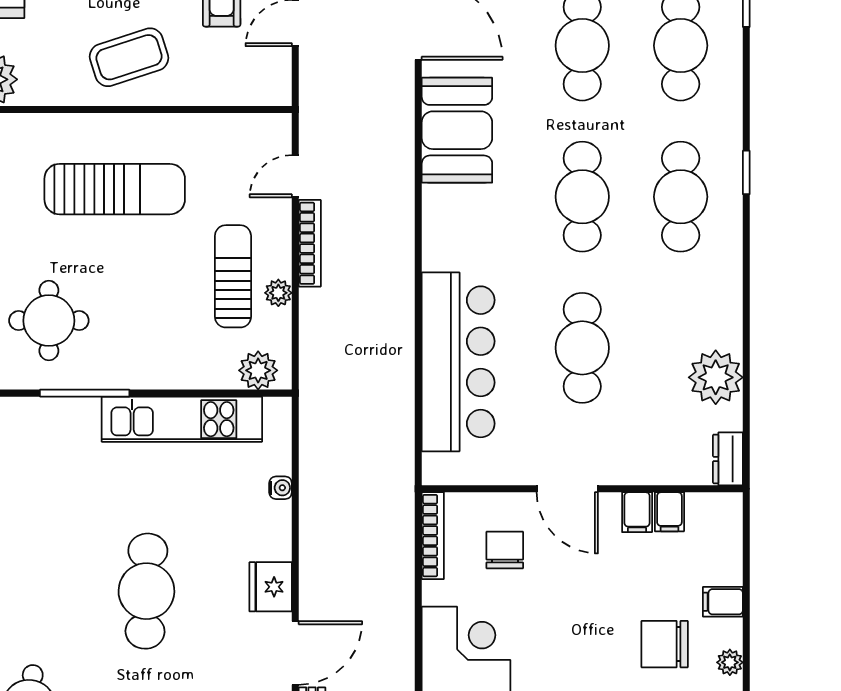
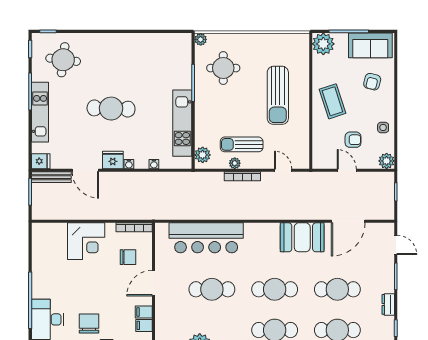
bookcase: (310, 243) -> (242, 176), moved
sun lounger: (233, 276) -> (242, 144), turned 180
water cooler: (280, 548) -> (129, 164), added

